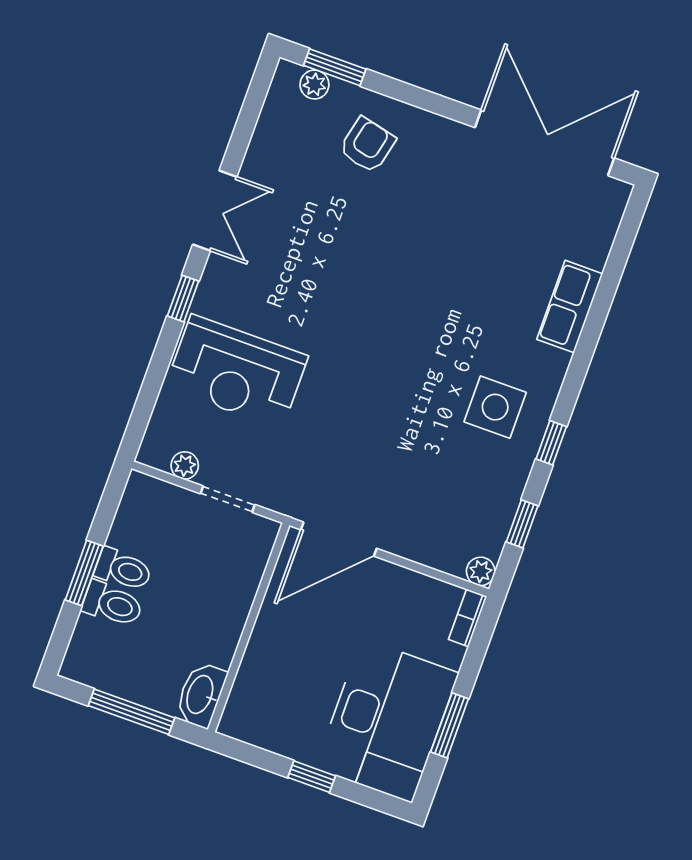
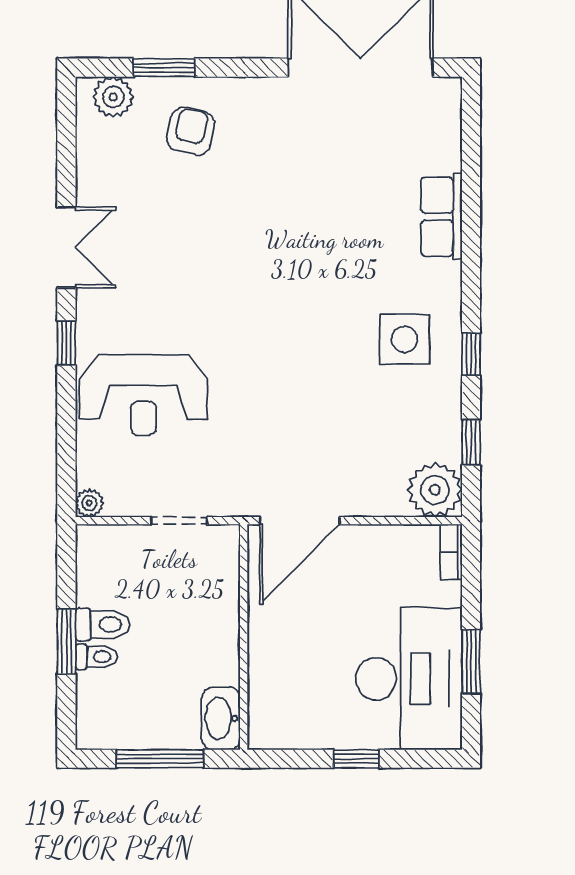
window: (335, 67) -> (164, 68), moved
plant: (314, 85) -> (113, 97), width x1.38, depth x1.38
plant: (185, 465) -> (89, 503), moved
plant: (481, 571) -> (435, 490), width x1.88, depth x1.88
toilet: (112, 604) -> (96, 657), width x0.73, depth x0.72

